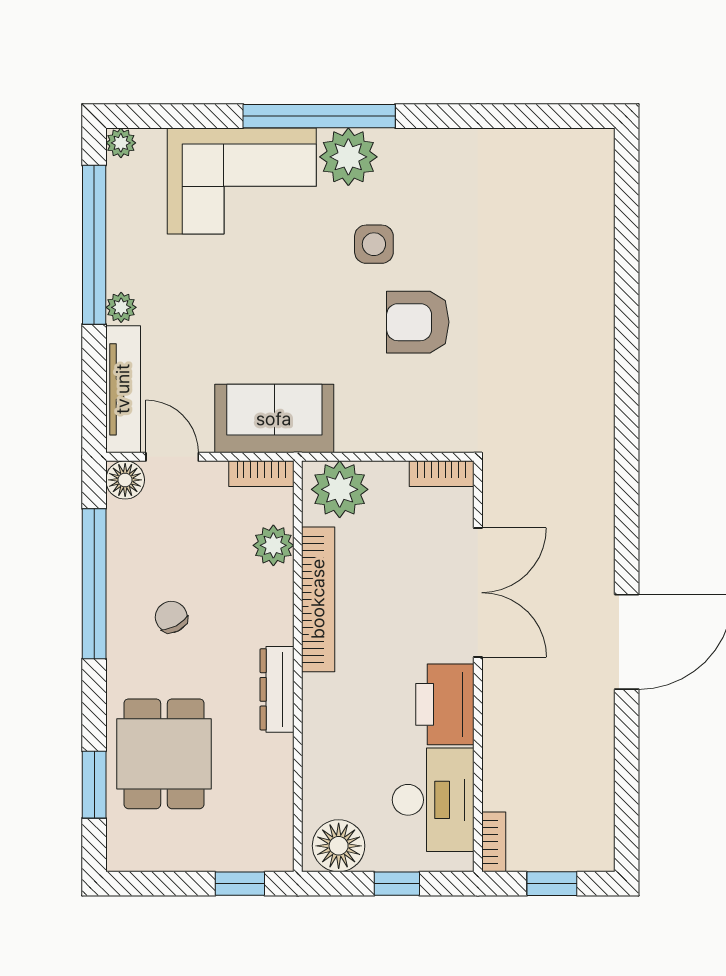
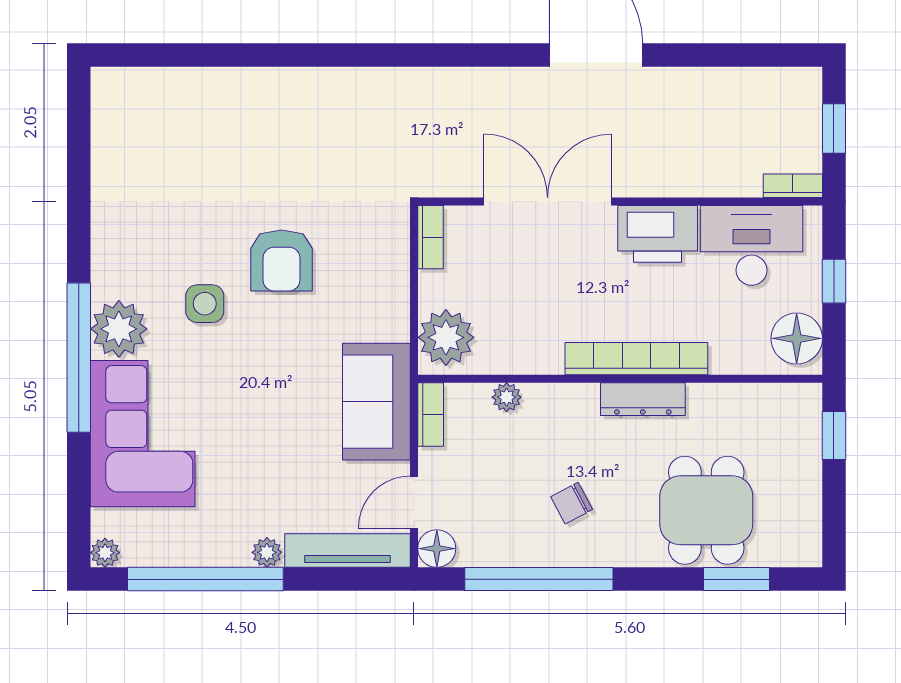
plant: (273, 545) -> (507, 397), width x0.73, depth x0.73
bookcase: (318, 599) -> (636, 359), moved
dining table: (164, 754) -> (706, 510), turned 90

